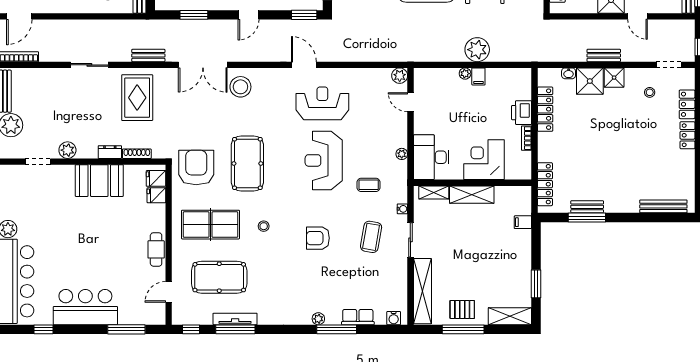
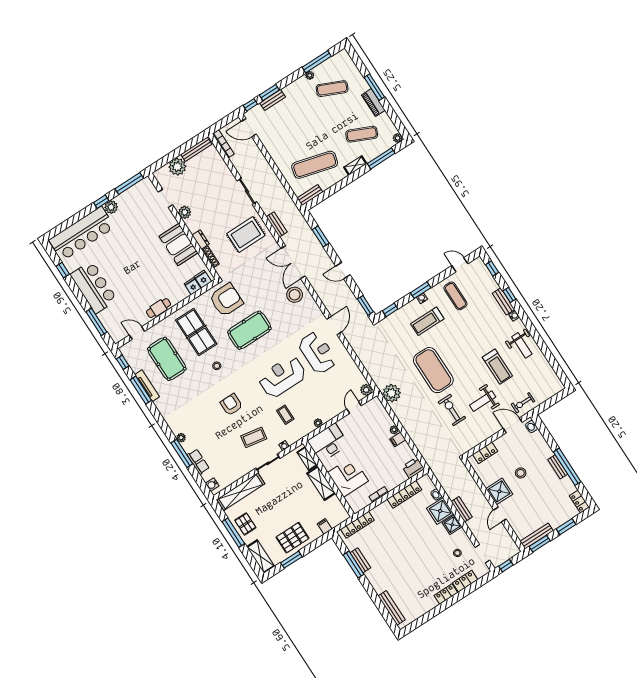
plant: (477, 50) -> (392, 393), moved
printer: (522, 113) -> (413, 468), moved
pallet: (512, 266) -> (293, 538), added

